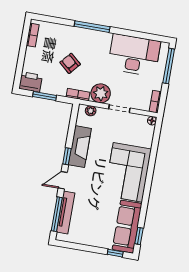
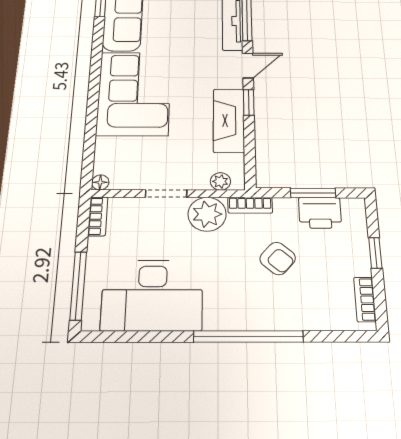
window: (92, 27) -> (248, 337), width x1.46
window: (21, 58) -> (375, 253), added
printer: (31, 82) -> (320, 213), moved

